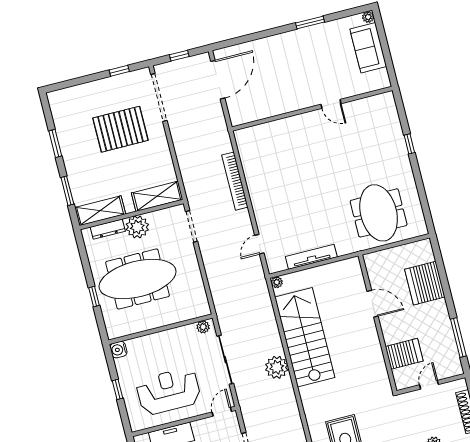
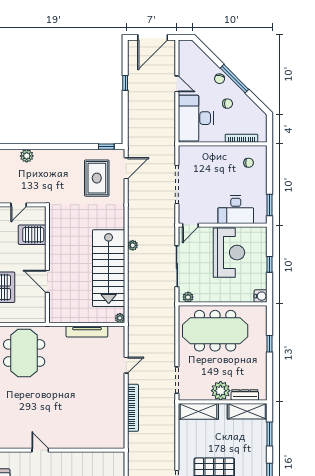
door: (259, 244) -> (126, 365), moved
meeting table: (138, 279) -> (215, 331), moved
plant: (277, 367) -> (133, 245), width x0.53, depth x0.53
reception desk: (168, 391) -> (229, 253), turned -90

